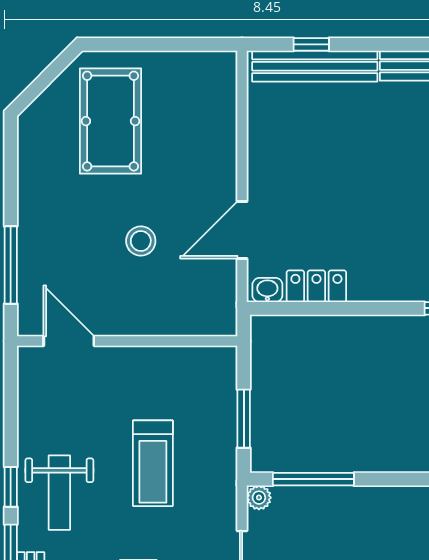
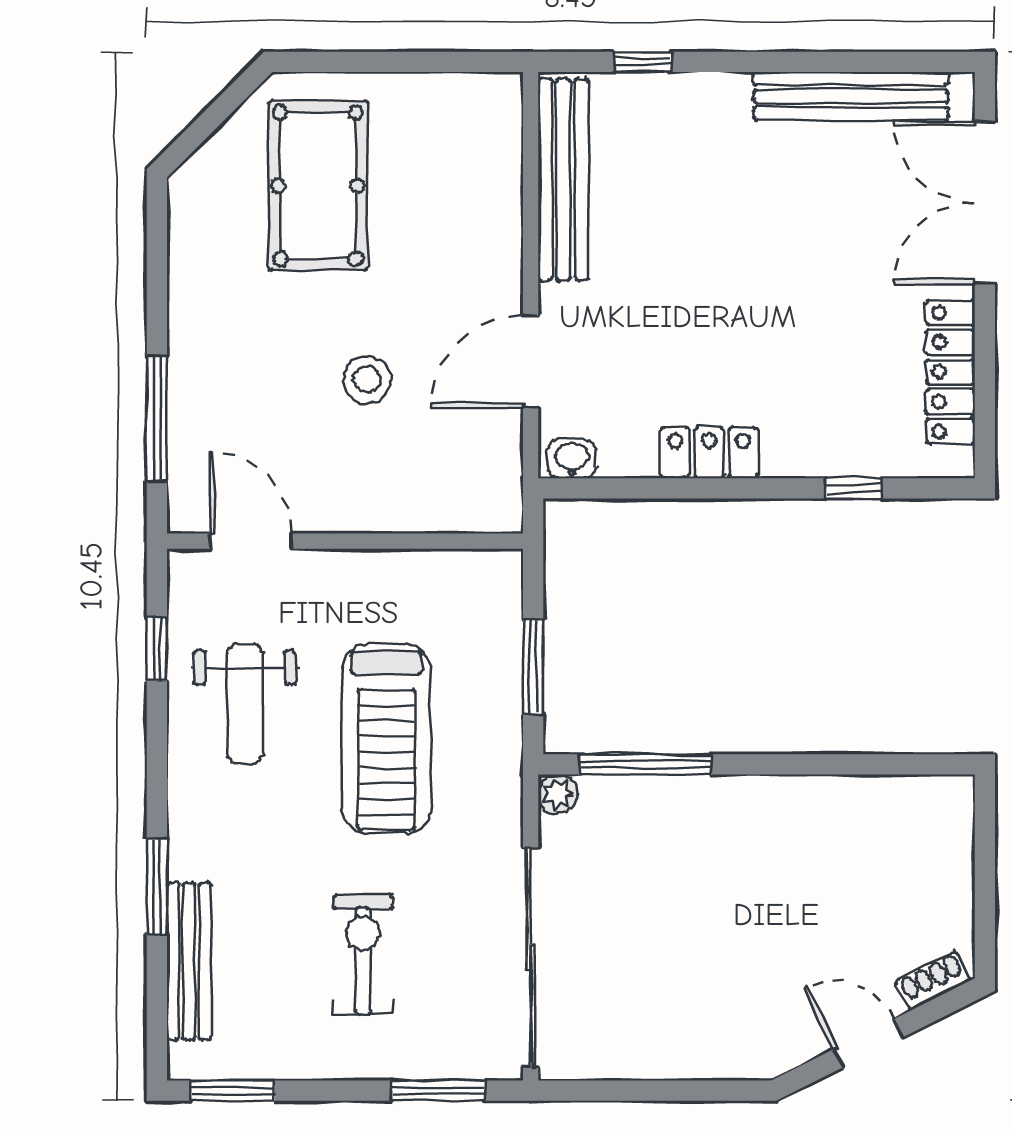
bench: (315, 66) -> (563, 180), moved, turned 90
locker: (316, 286) -> (709, 453), moved
treadmill: (153, 463) -> (386, 739), width x1.37, depth x1.38
window: (11, 487) -> (157, 648), moved
weight bench: (59, 493) -> (245, 704), moved

